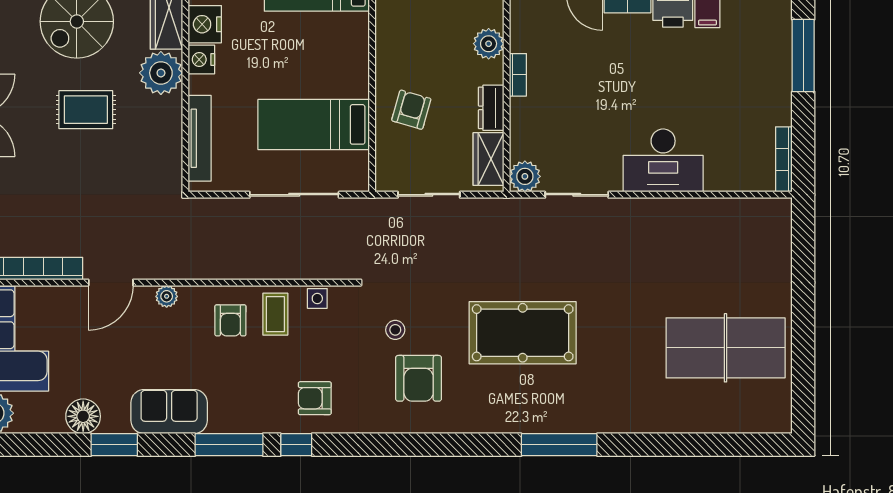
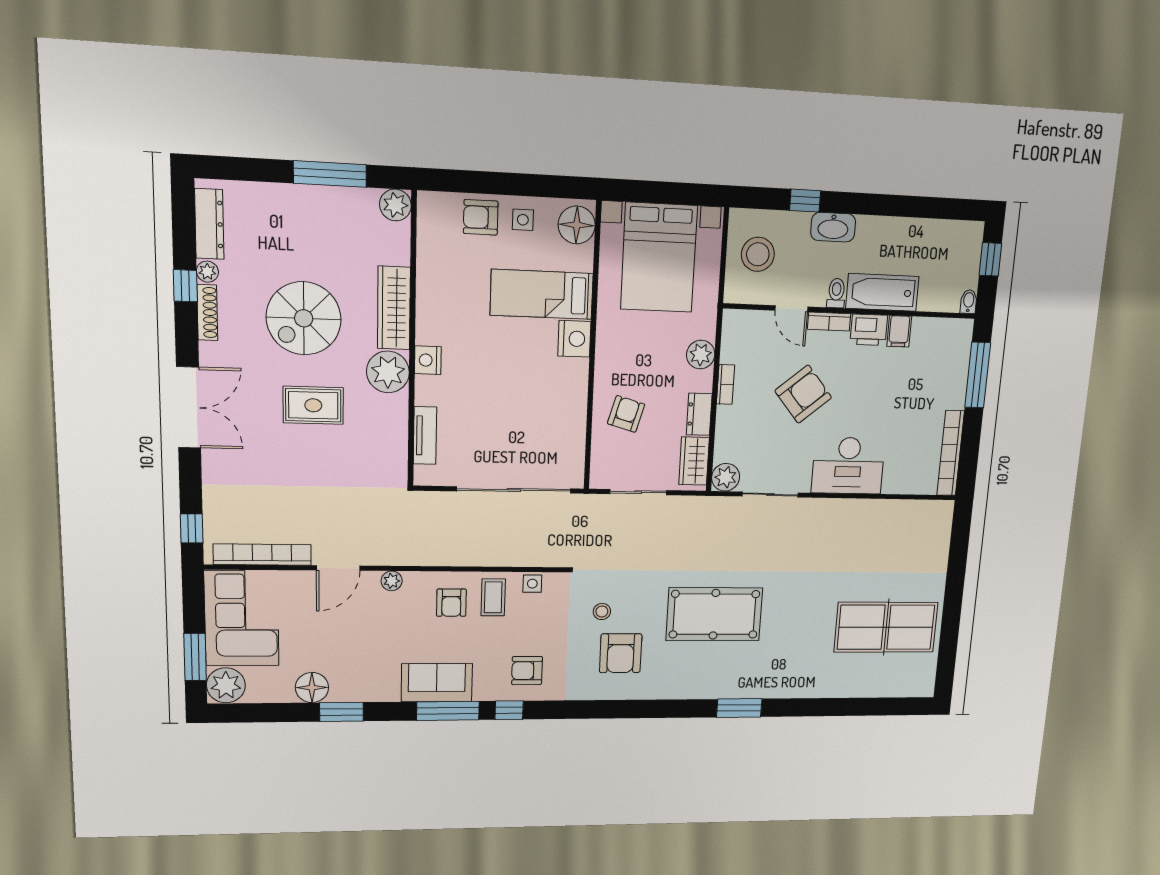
nightstand: (205, 24) -> (574, 339), moved, turned 180
armchair: (605, 83) -> (803, 394), added
bed: (314, 124) -> (534, 425), removed
tv unit: (200, 138) -> (425, 435), width x0.71
bookcase: (784, 159) -> (951, 453), width x1.48, depth x1.31
sliding door: (294, 195) -> (514, 490), width x1.36
sofa: (169, 412) -> (437, 683), moved
window: (559, 445) -> (739, 708), width x0.69

